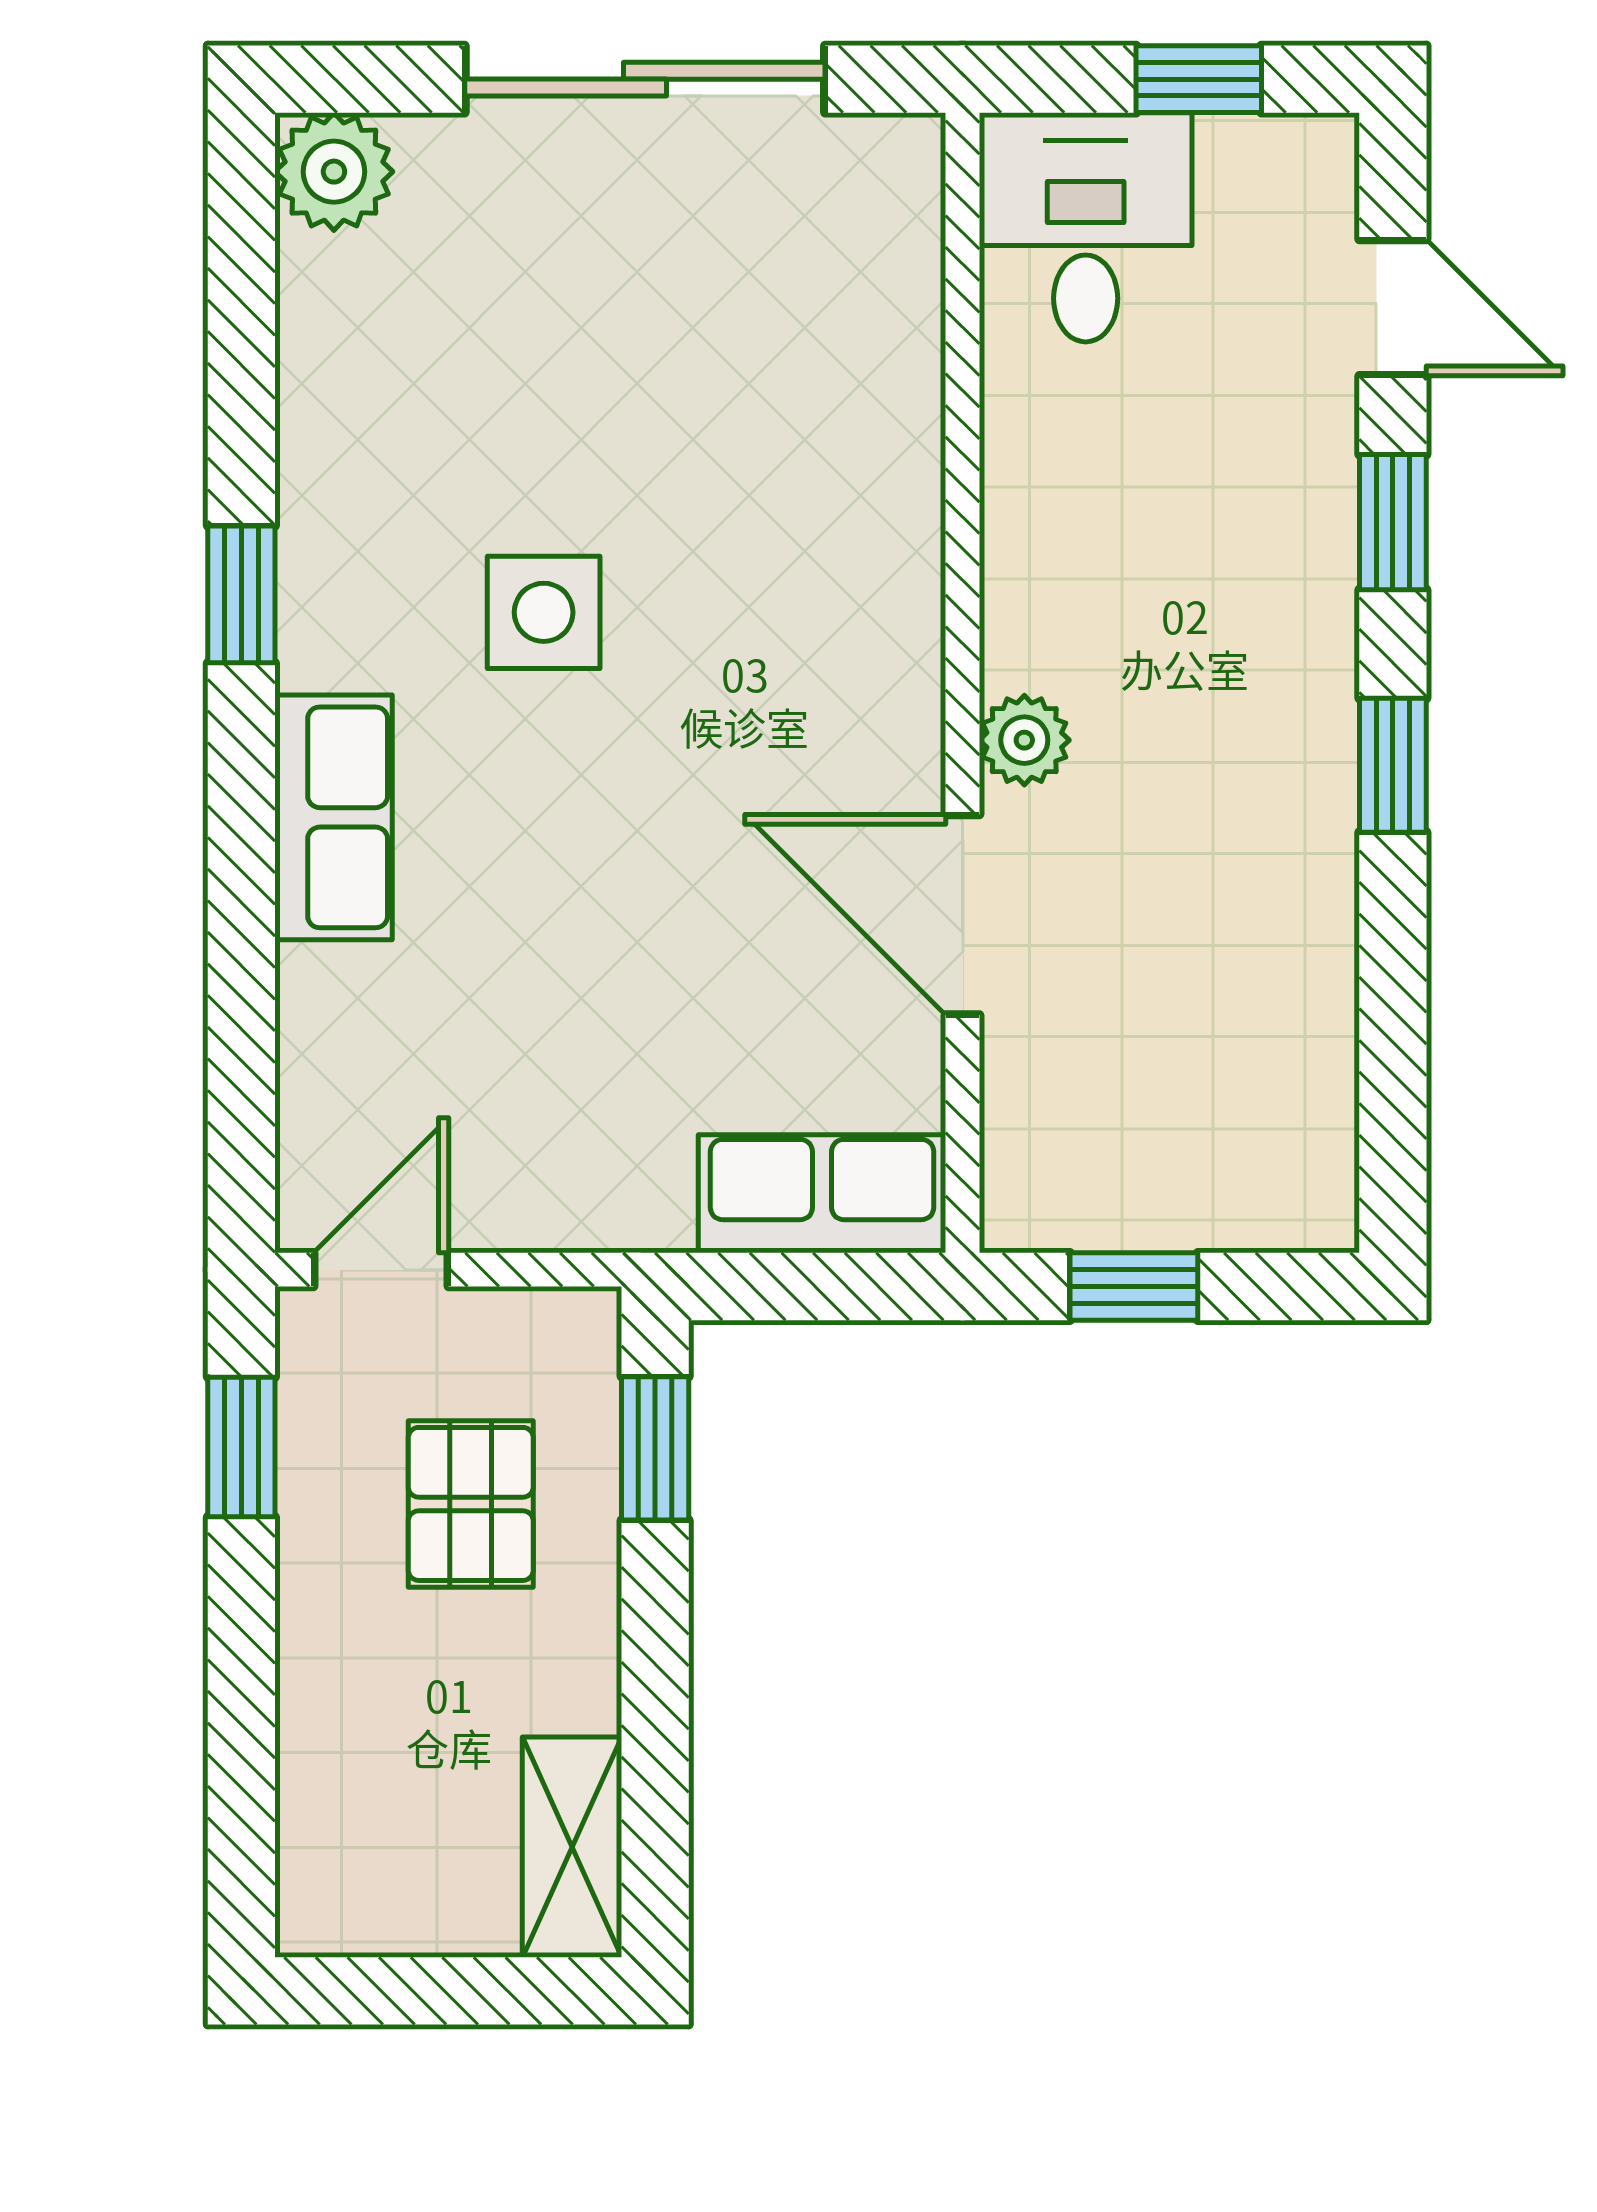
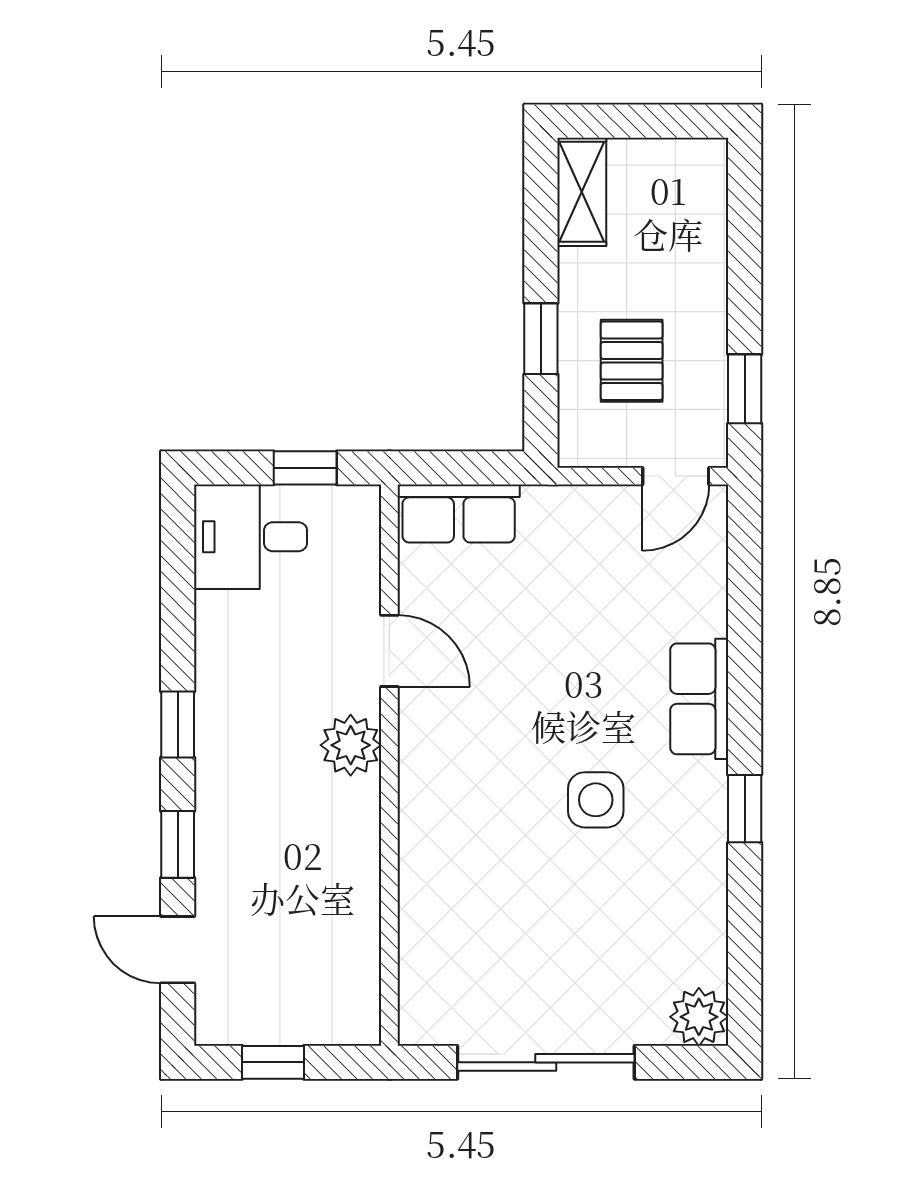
desk: (1086, 227) -> (251, 537), moved, turned 90
plant: (1024, 740) -> (351, 745), width x1.38, depth x1.38
door: (963, 915) -> (389, 651), width x0.73
window: (655, 1448) -> (541, 339), moved

